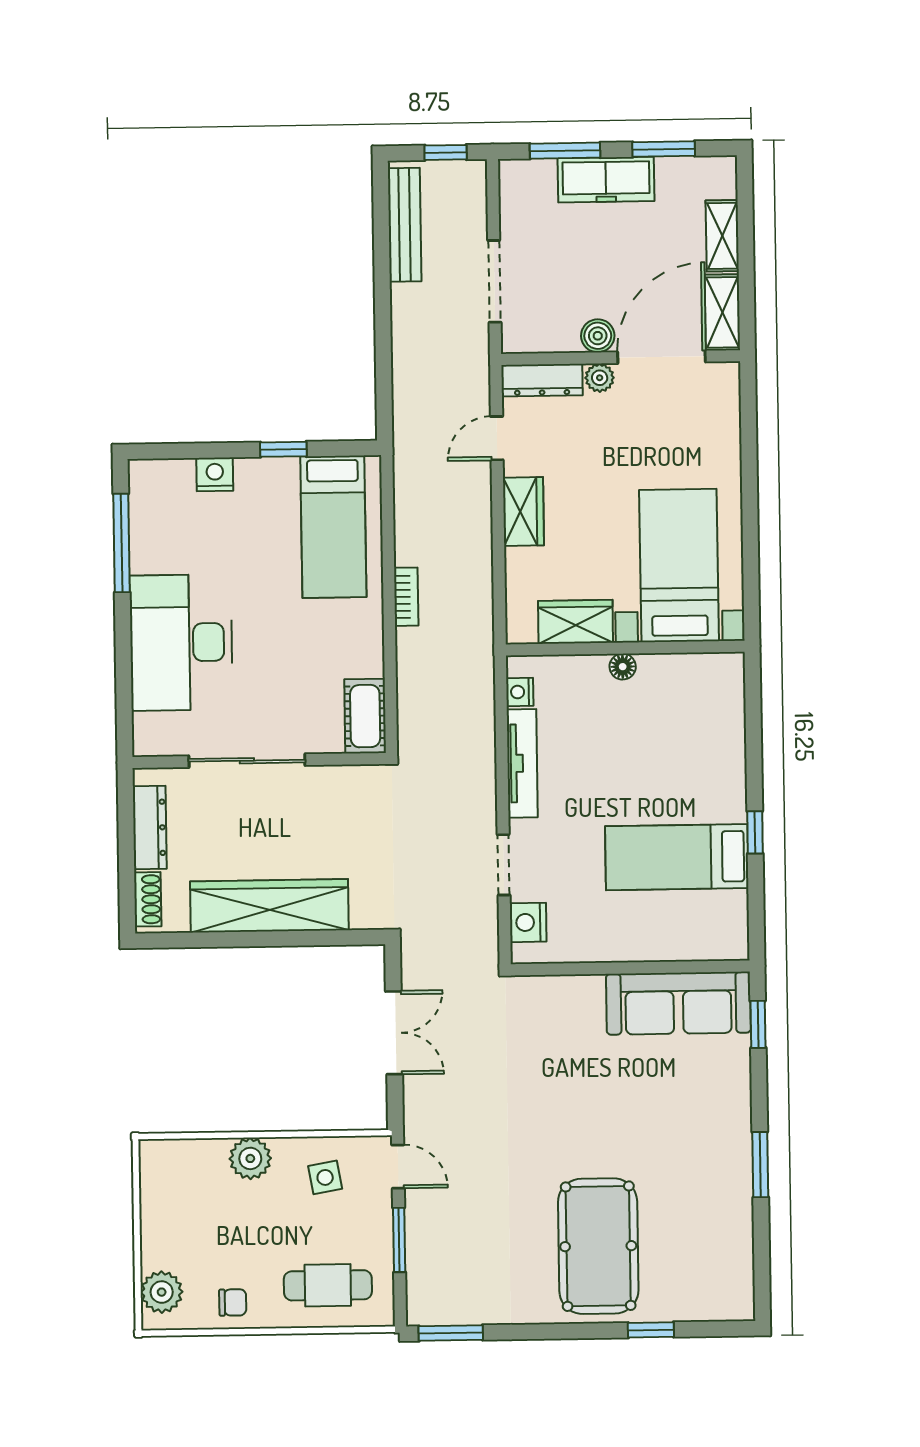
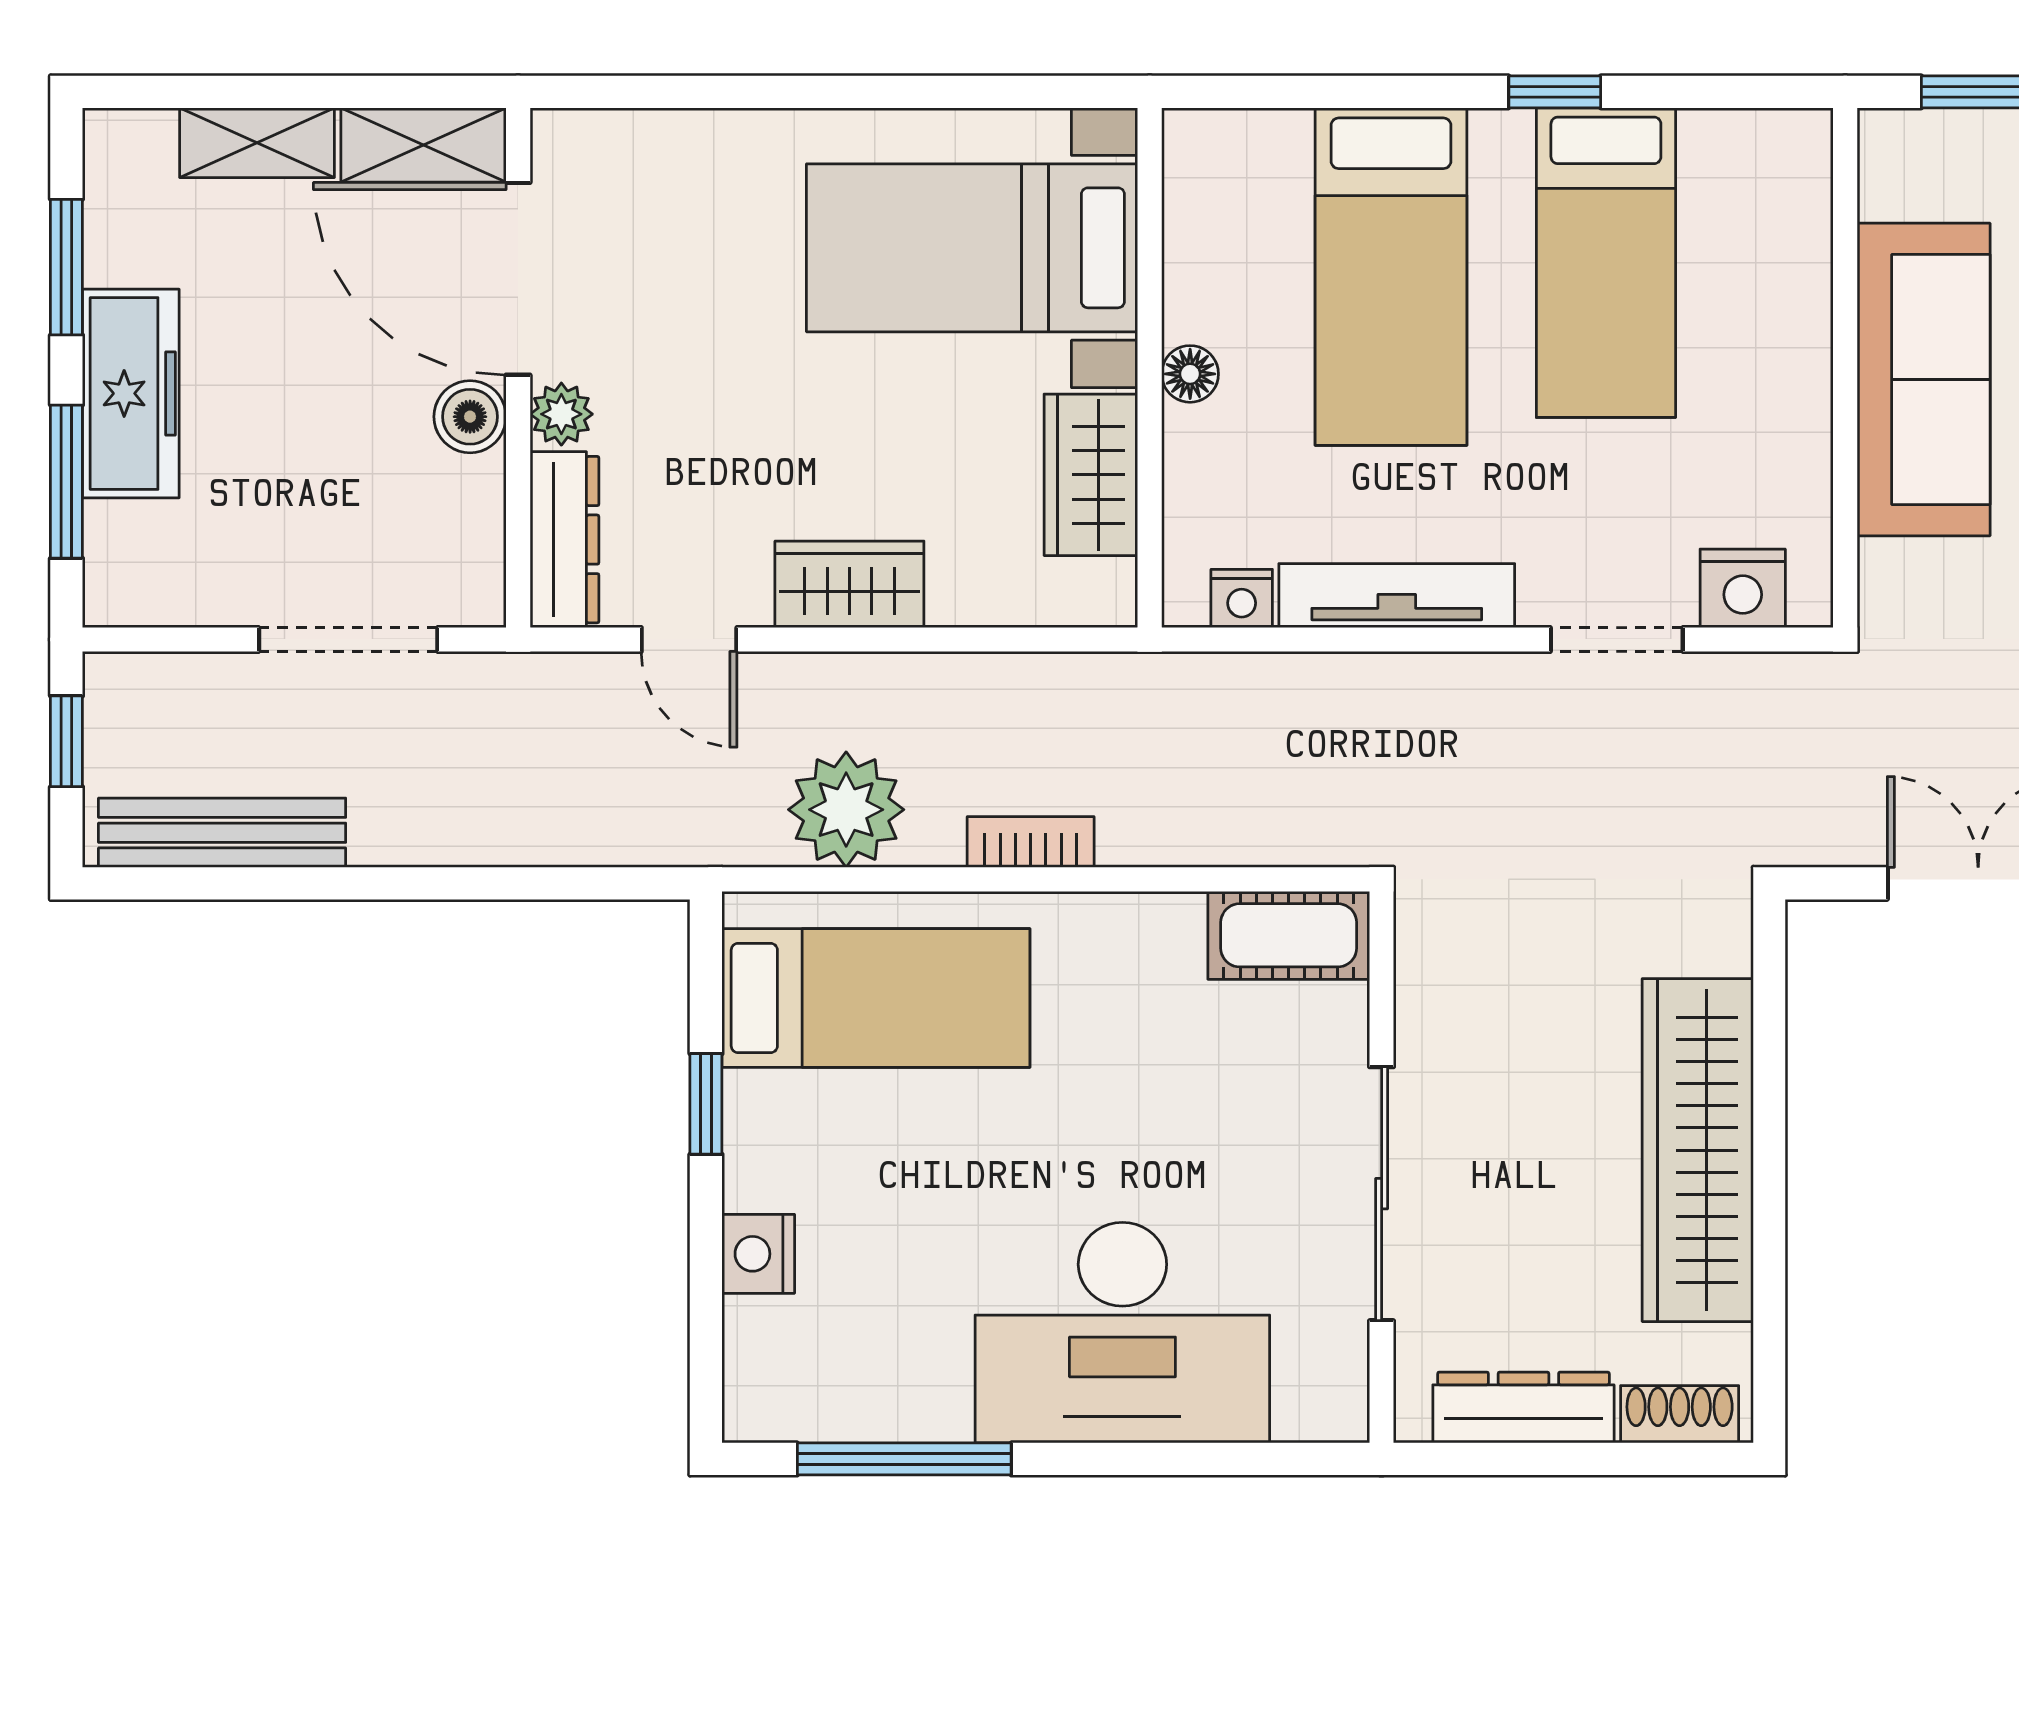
plant: (420, 512) -> (846, 810), added
bed: (669, 758) -> (1391, 277), added
sofa: (678, 1003) -> (1924, 380), moved

